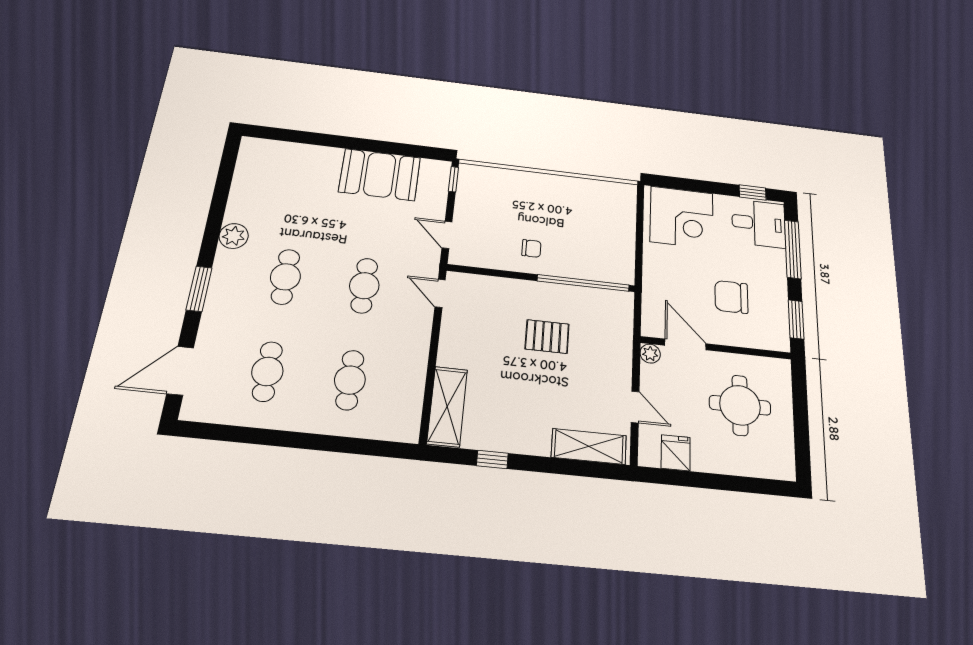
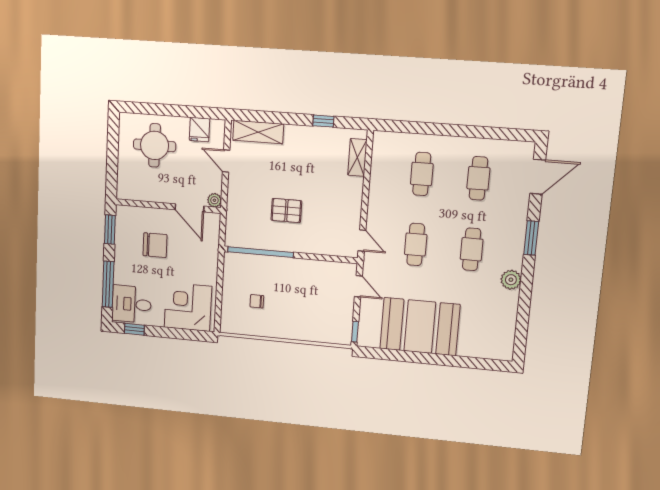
booth: (380, 175) -> (420, 327), width x1.36, depth x1.42
chair: (531, 248) -> (257, 301), moved
round table: (740, 405) -> (155, 145), moved
shelving: (447, 406) -> (357, 157), width x0.67, depth x0.75

